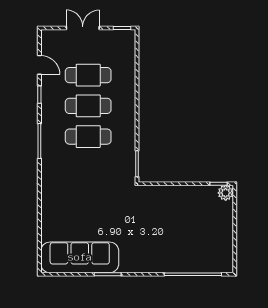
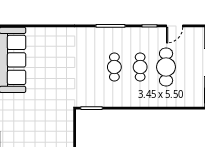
cafe table: (88, 106) -> (140, 67), width x0.73, depth x0.74
cafe table: (88, 137) -> (114, 67), width x0.73, depth x0.74

